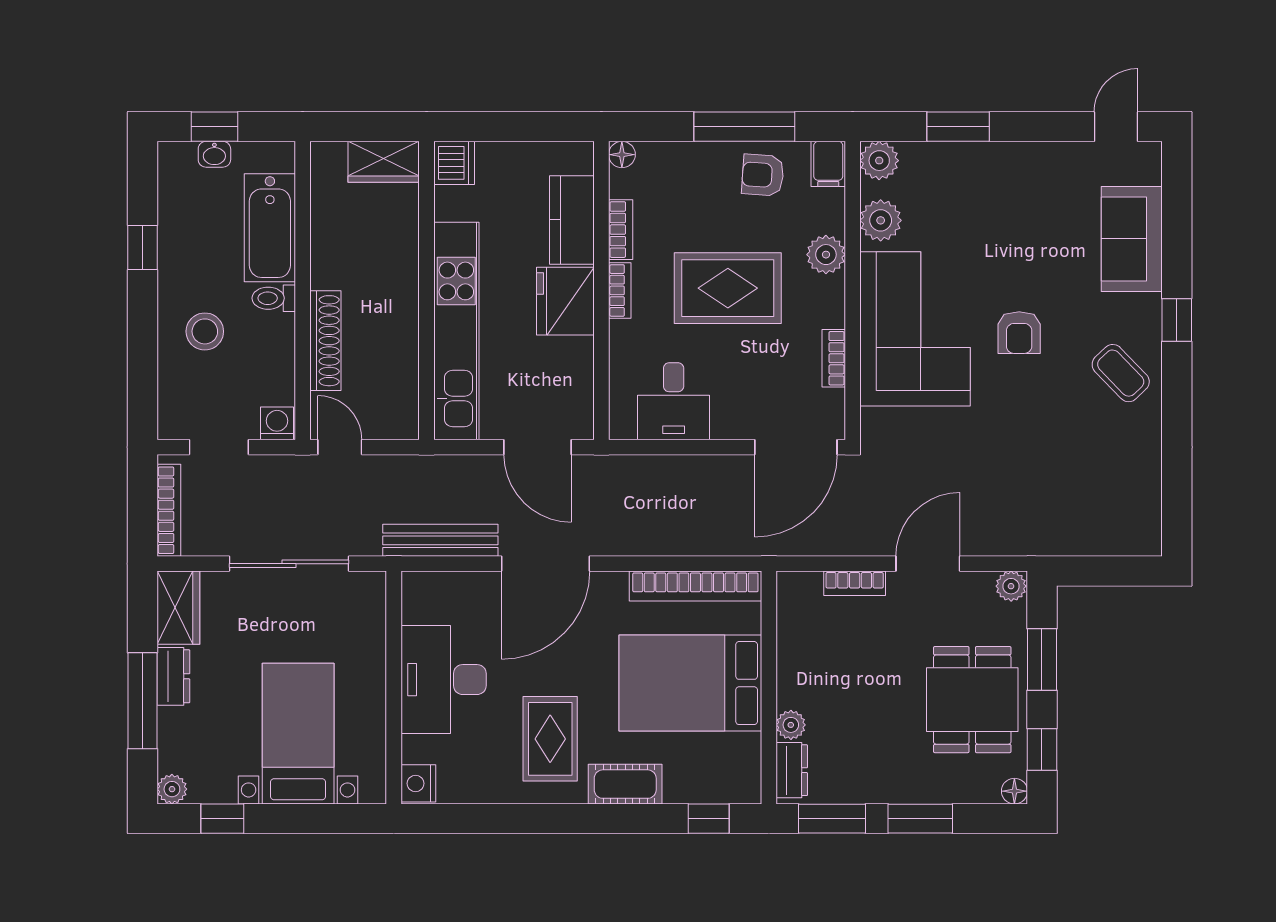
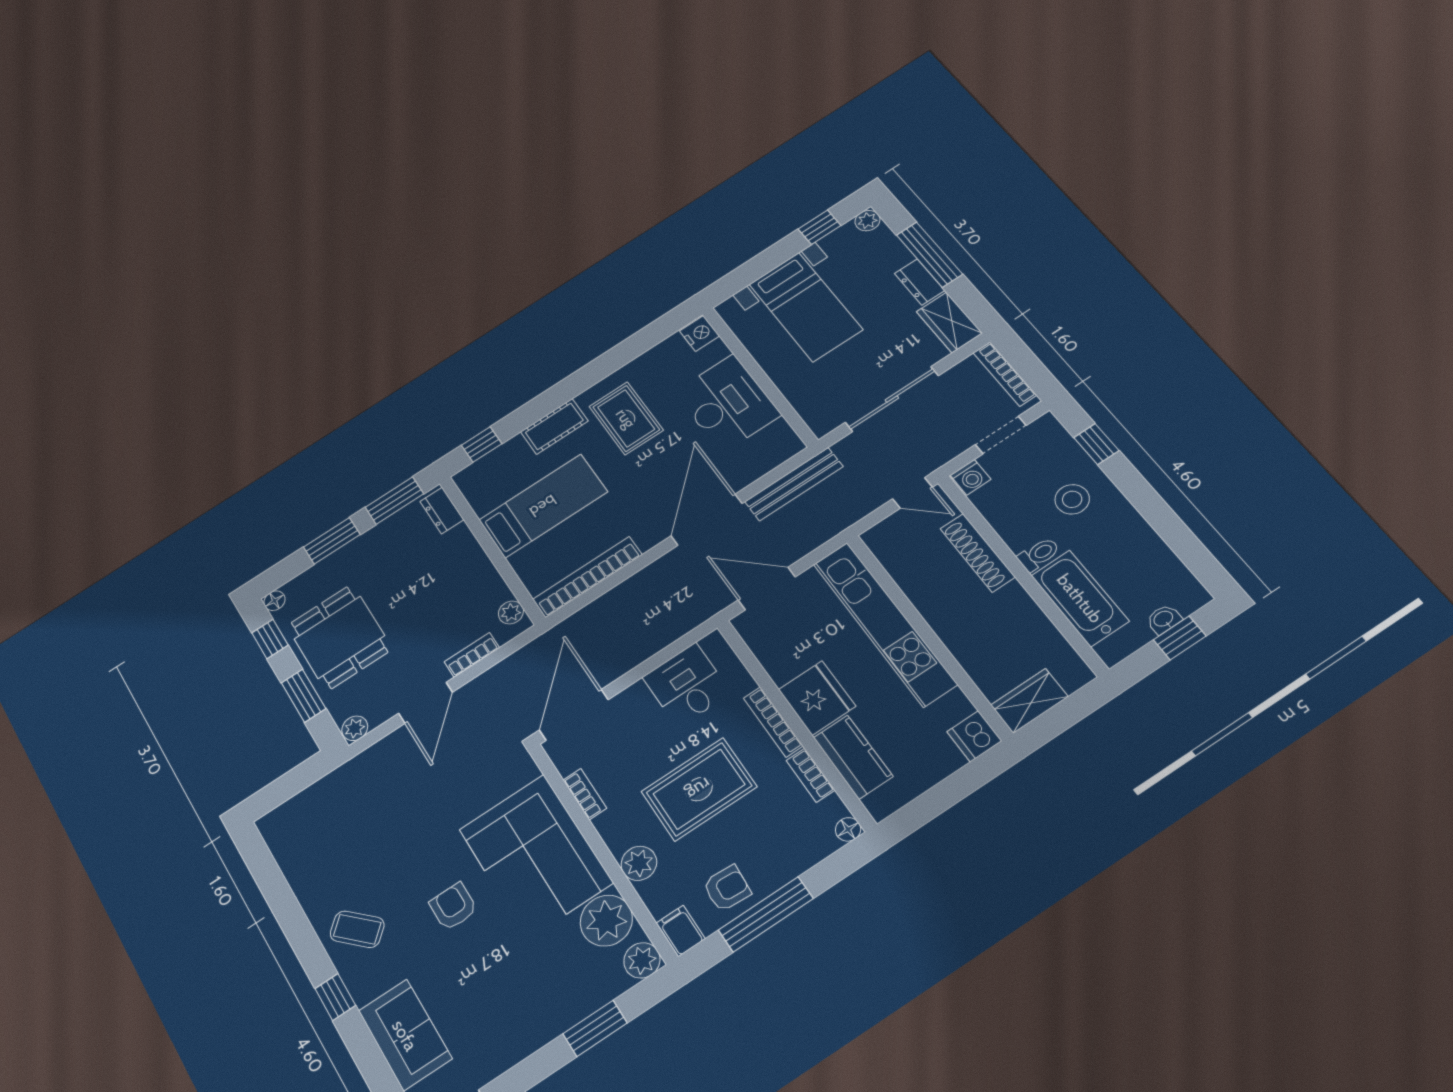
plant: (881, 220) -> (606, 921), width x1.36, depth x1.36
window: (142, 248) -> (1096, 444), moved
bookcase: (620, 290) -> (773, 722), width x1.56
bed: (690, 683) -> (543, 506), width x0.67
plant: (791, 725) -> (511, 613), moved

